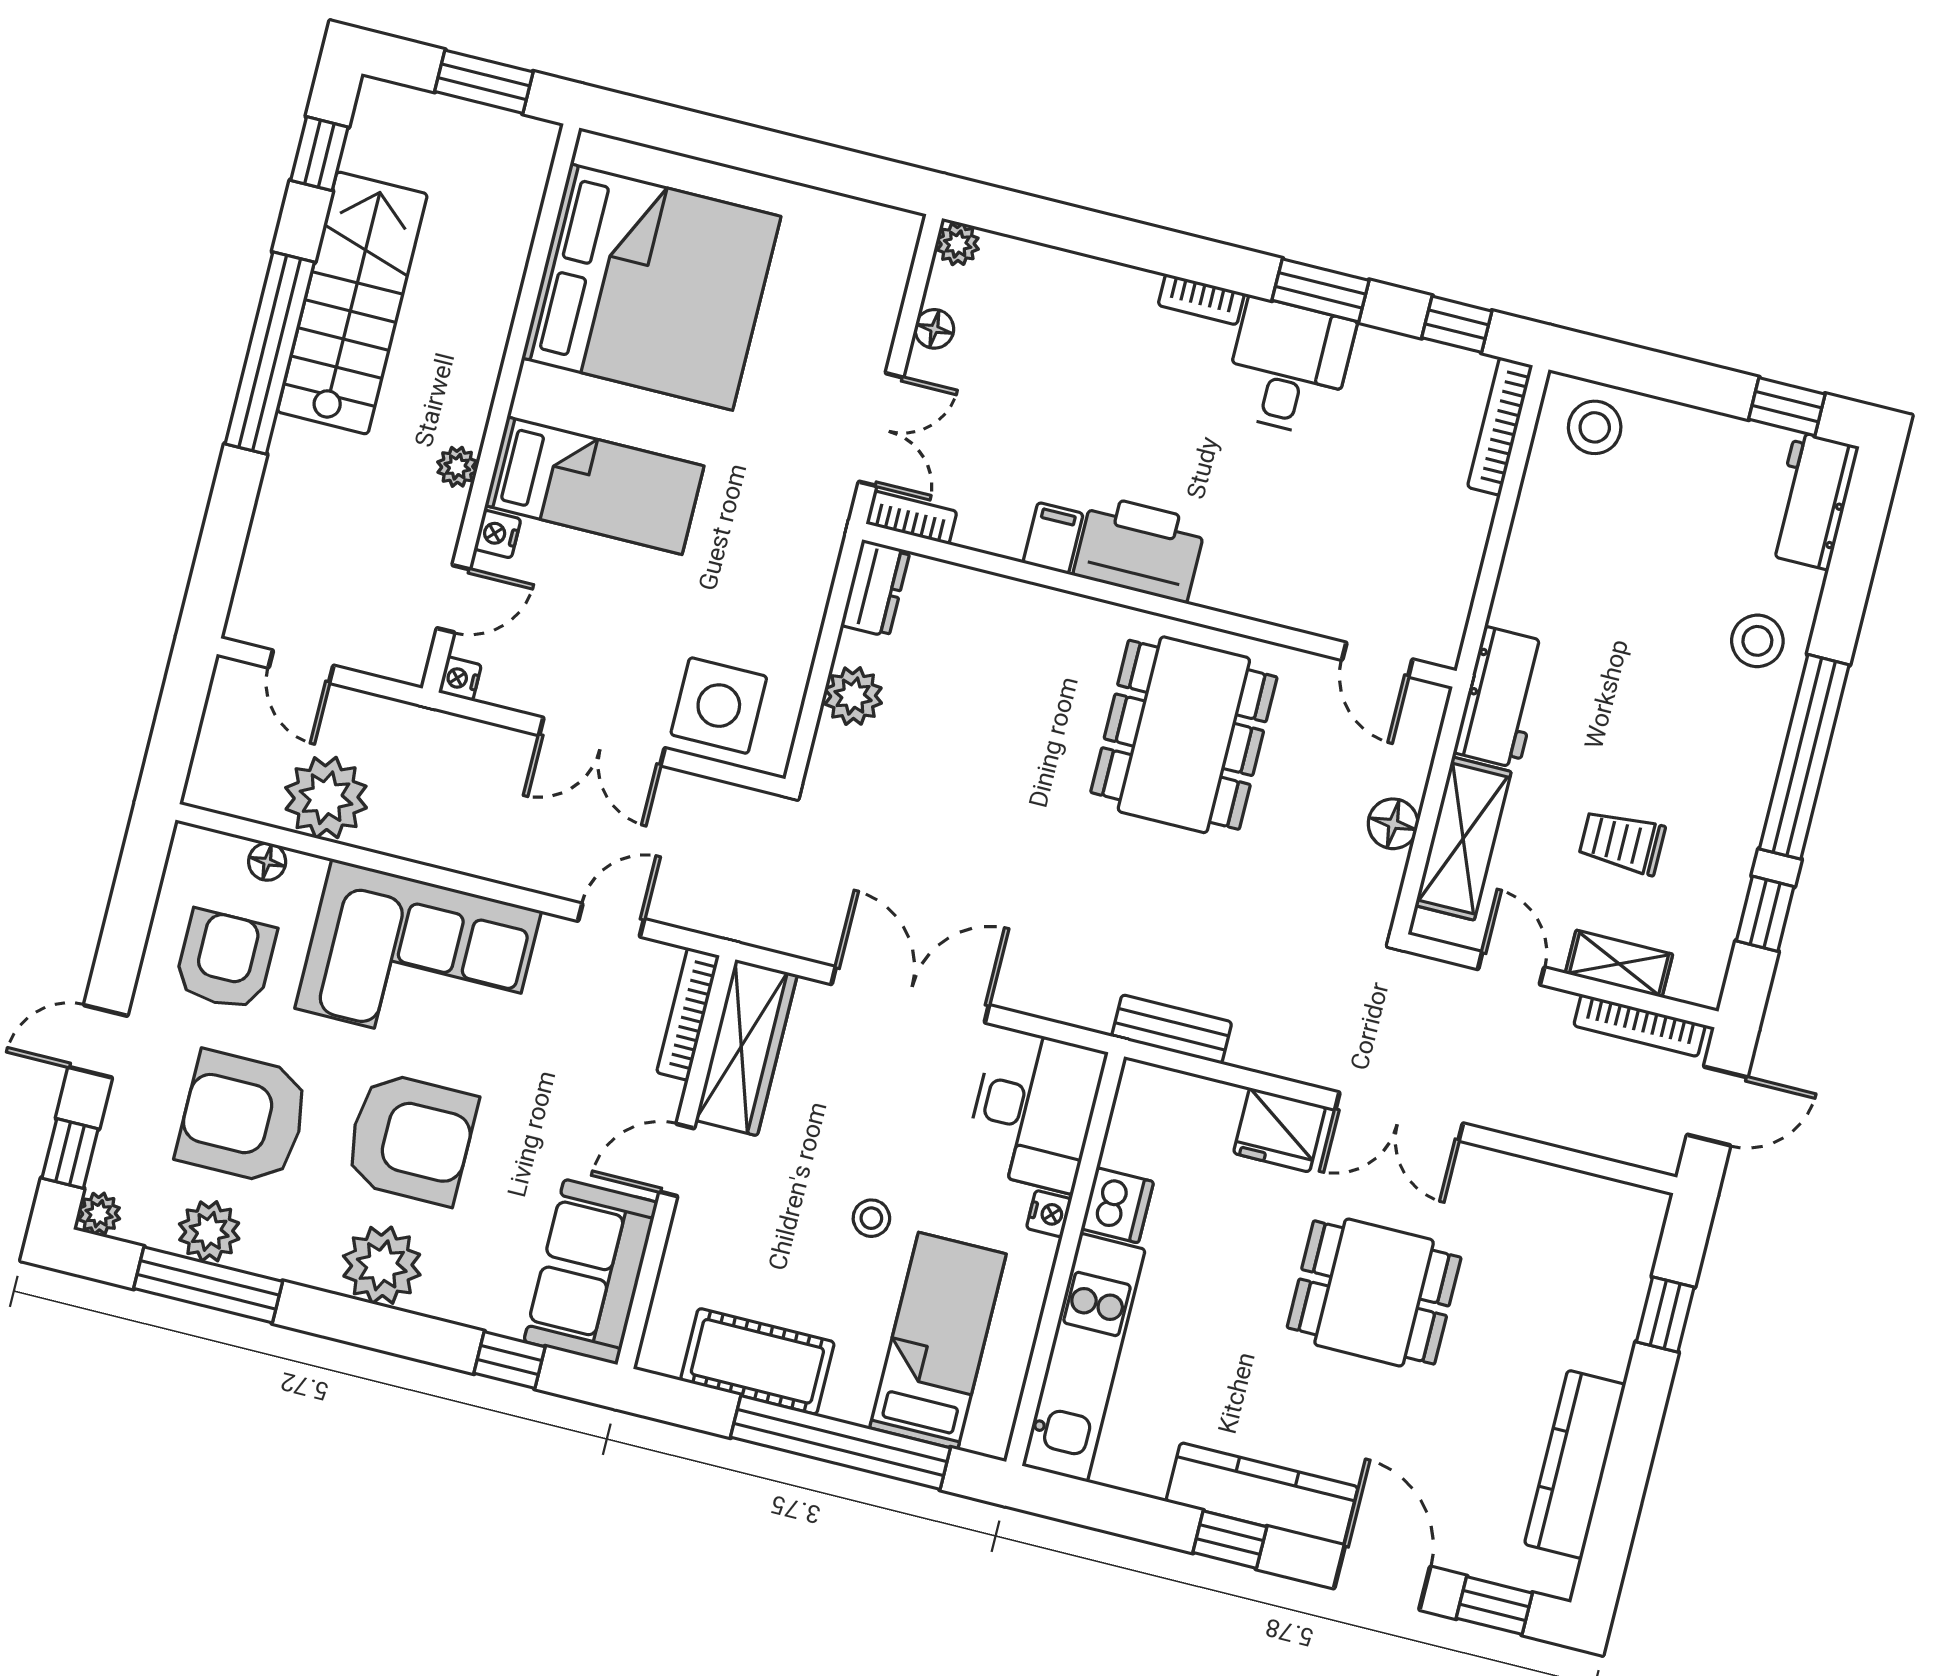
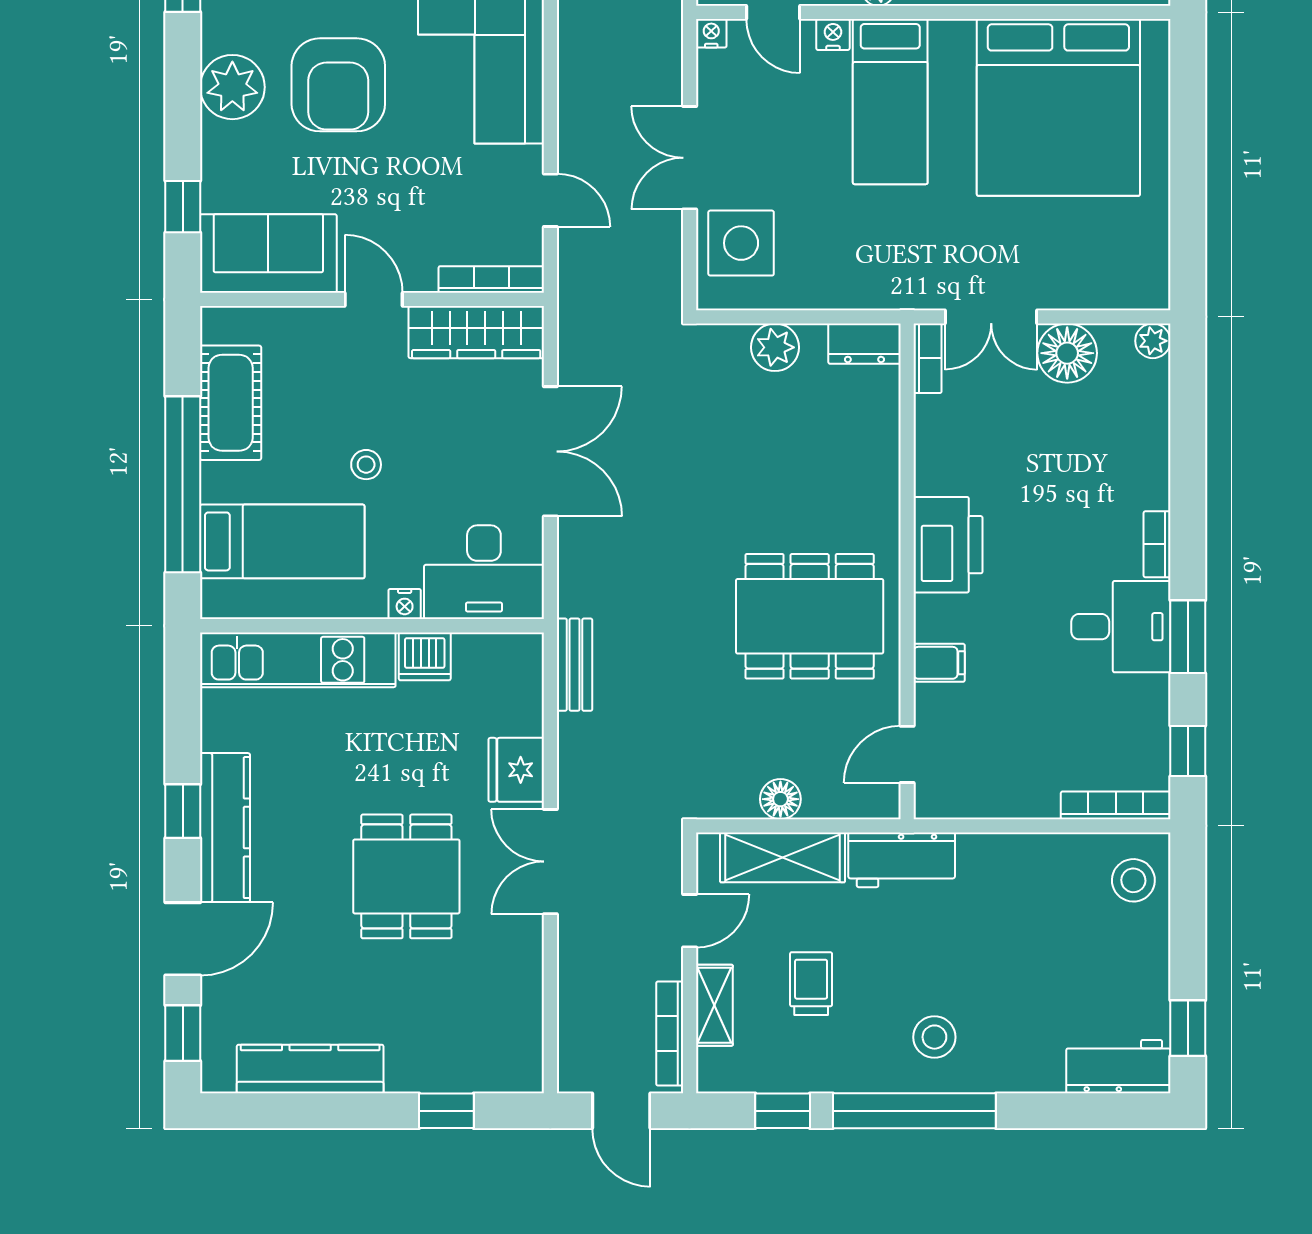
floor lamp: (934, 329) -> (1067, 353), width x1.89, depth x1.89
filing cabinet: (1053, 538) -> (939, 663), moved
stool: (1757, 641) -> (934, 1037), moved

